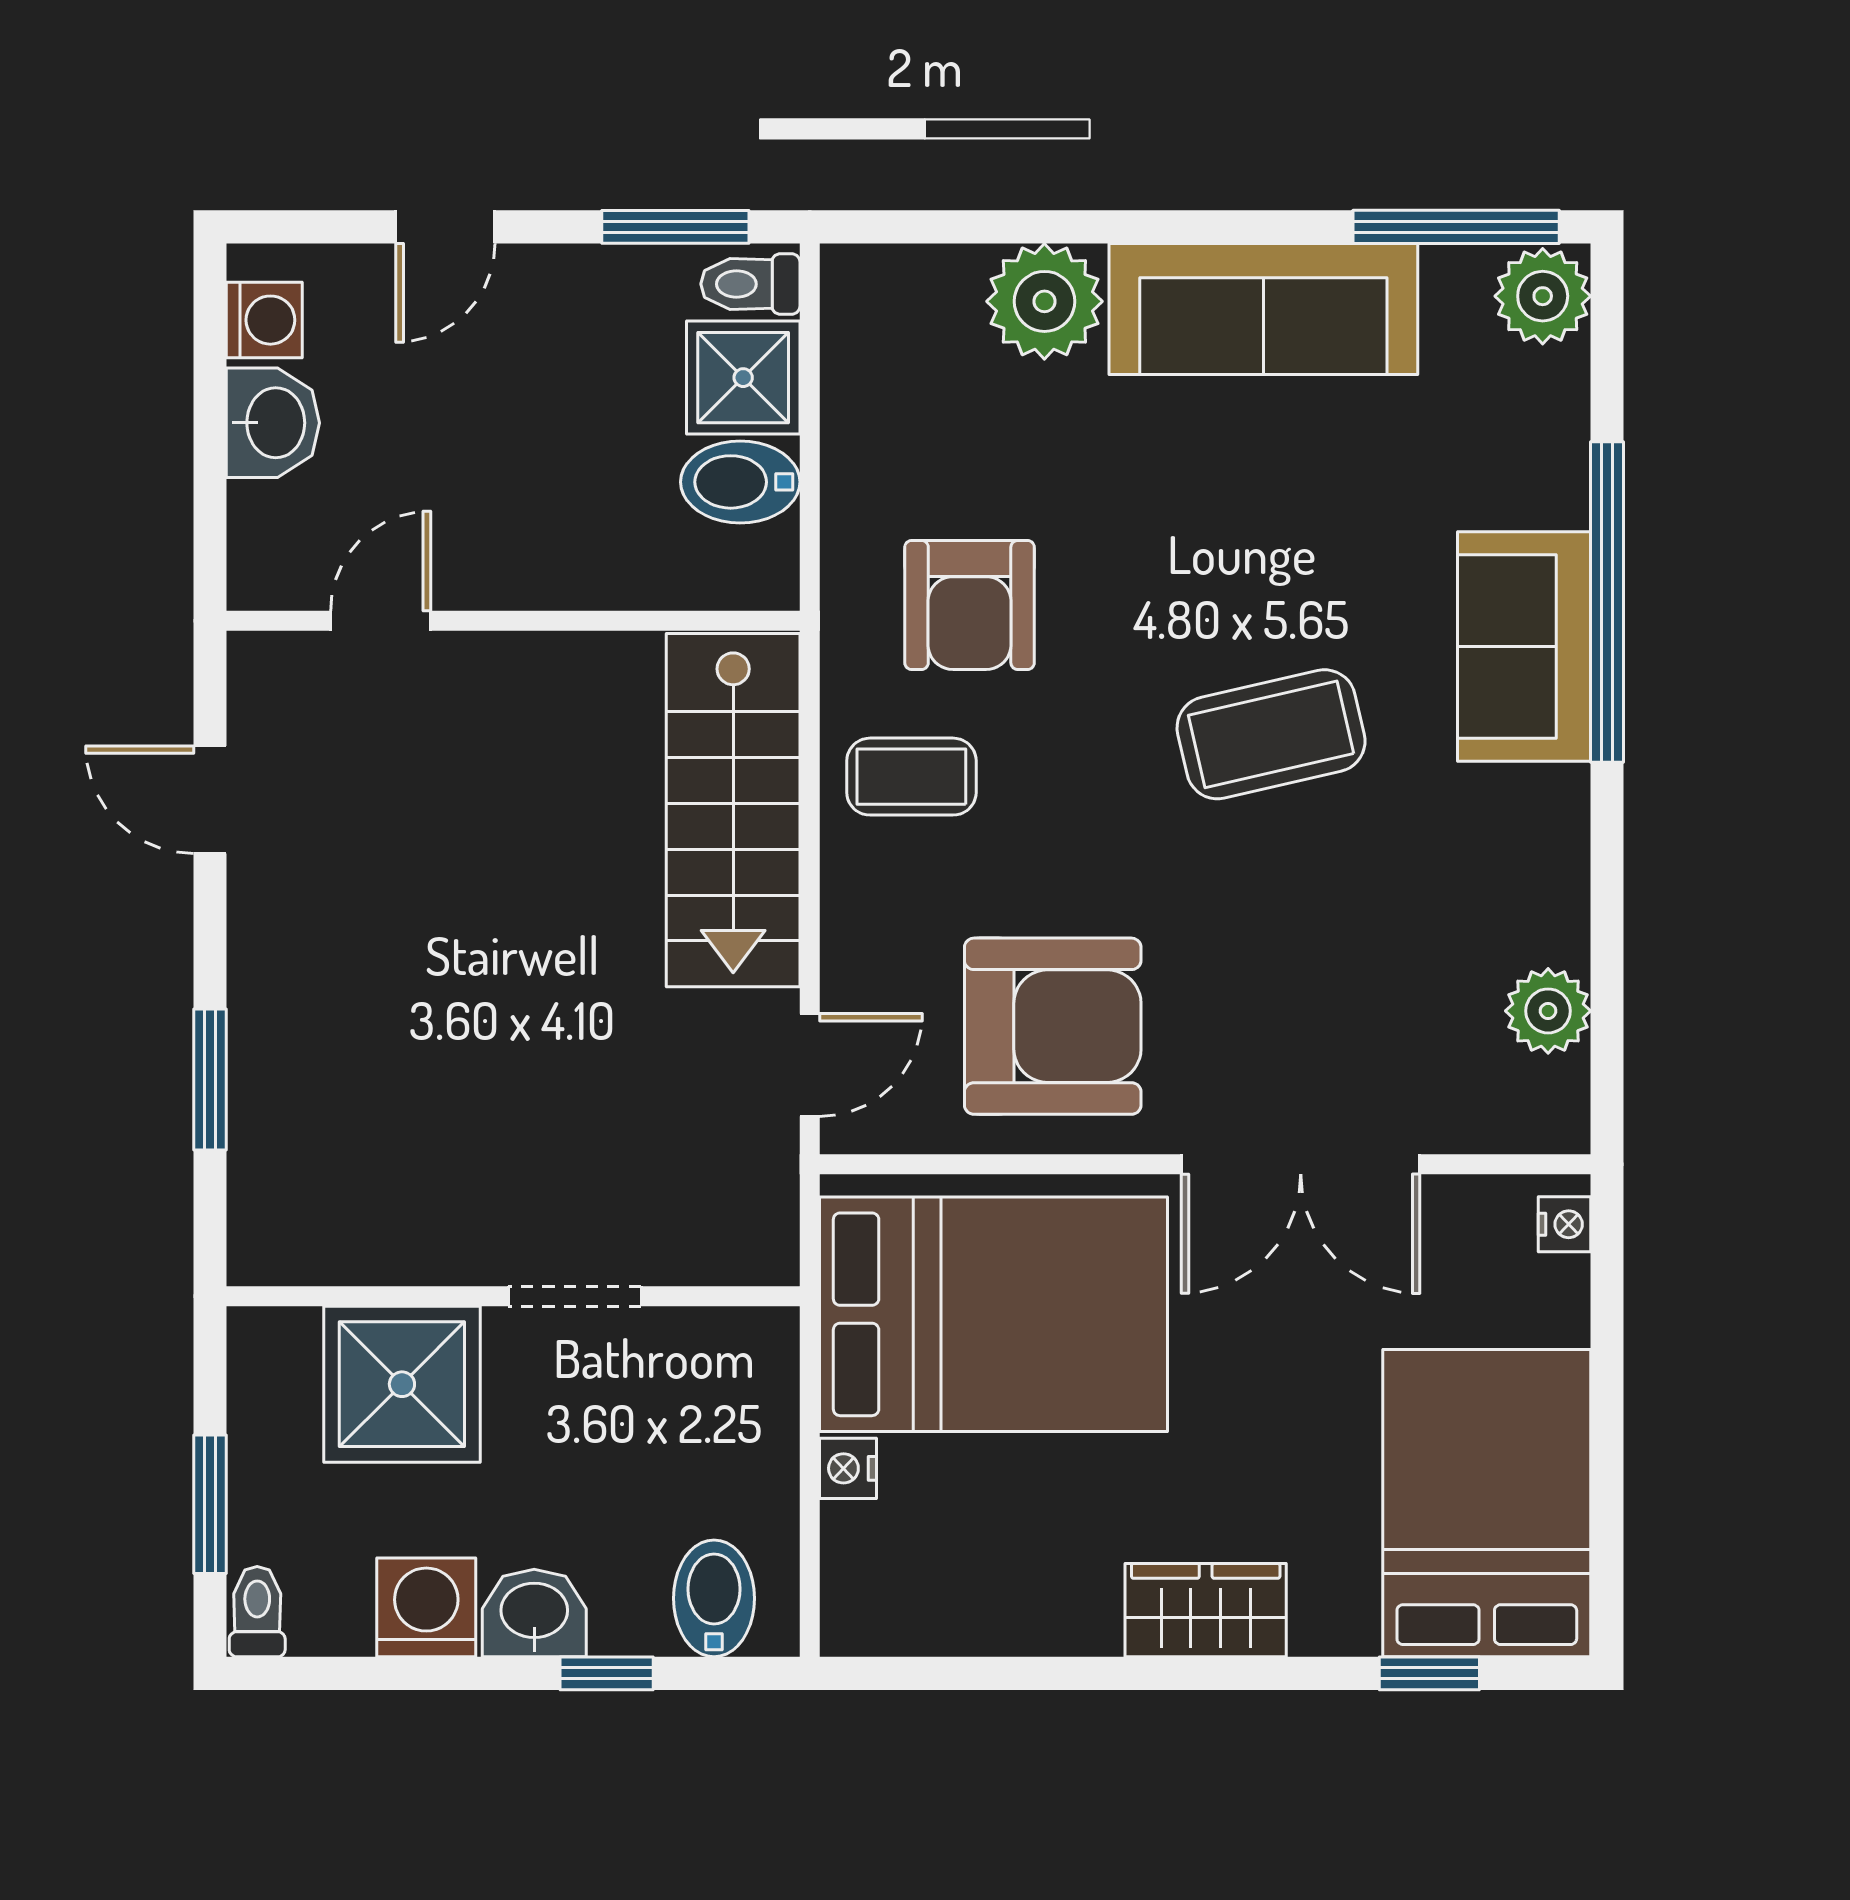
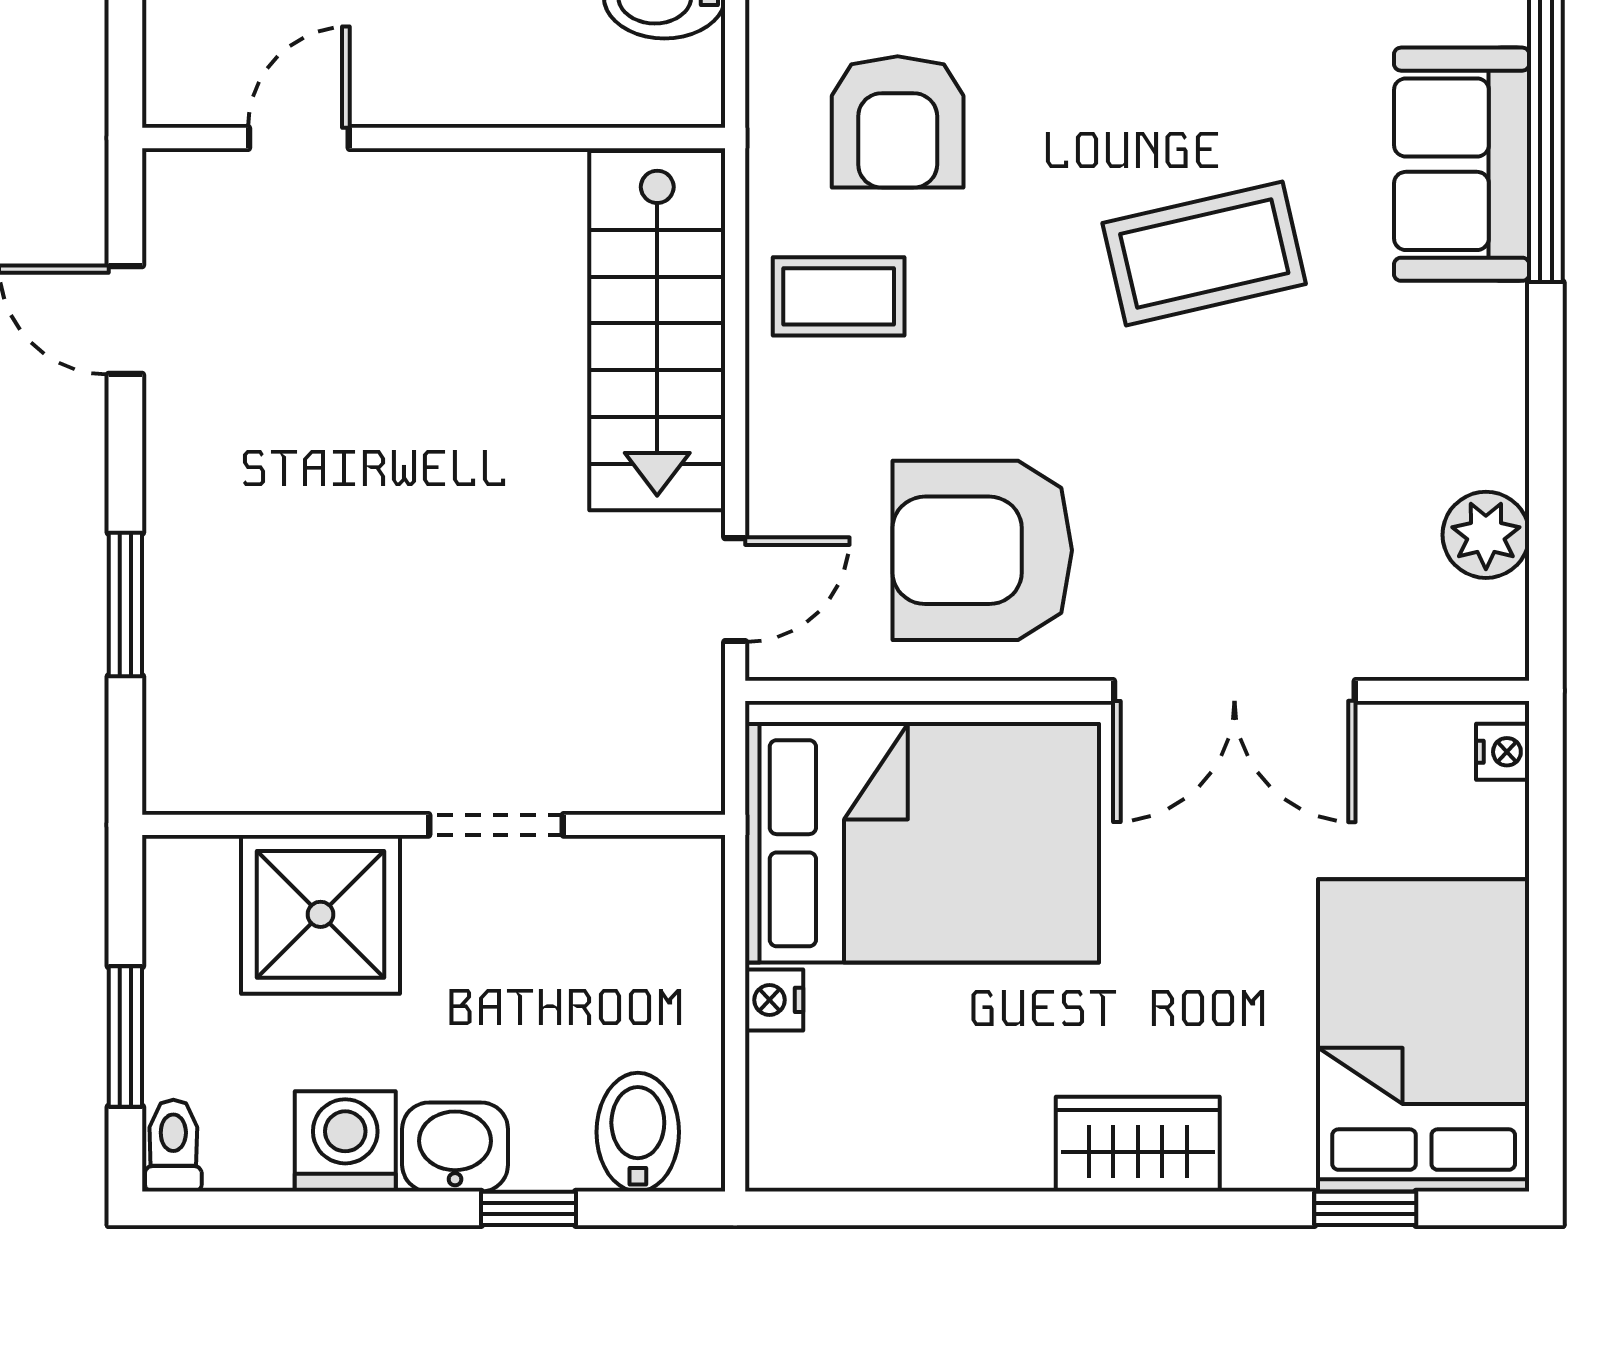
armchair: (1053, 1026) -> (982, 550), turned 180

